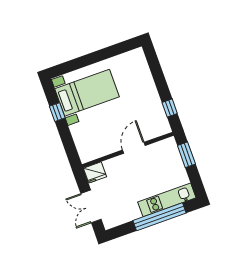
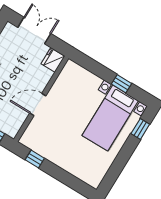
window: (71, 66) -> (140, 129), added
door: (134, 148) -> (38, 104), swing flipped

